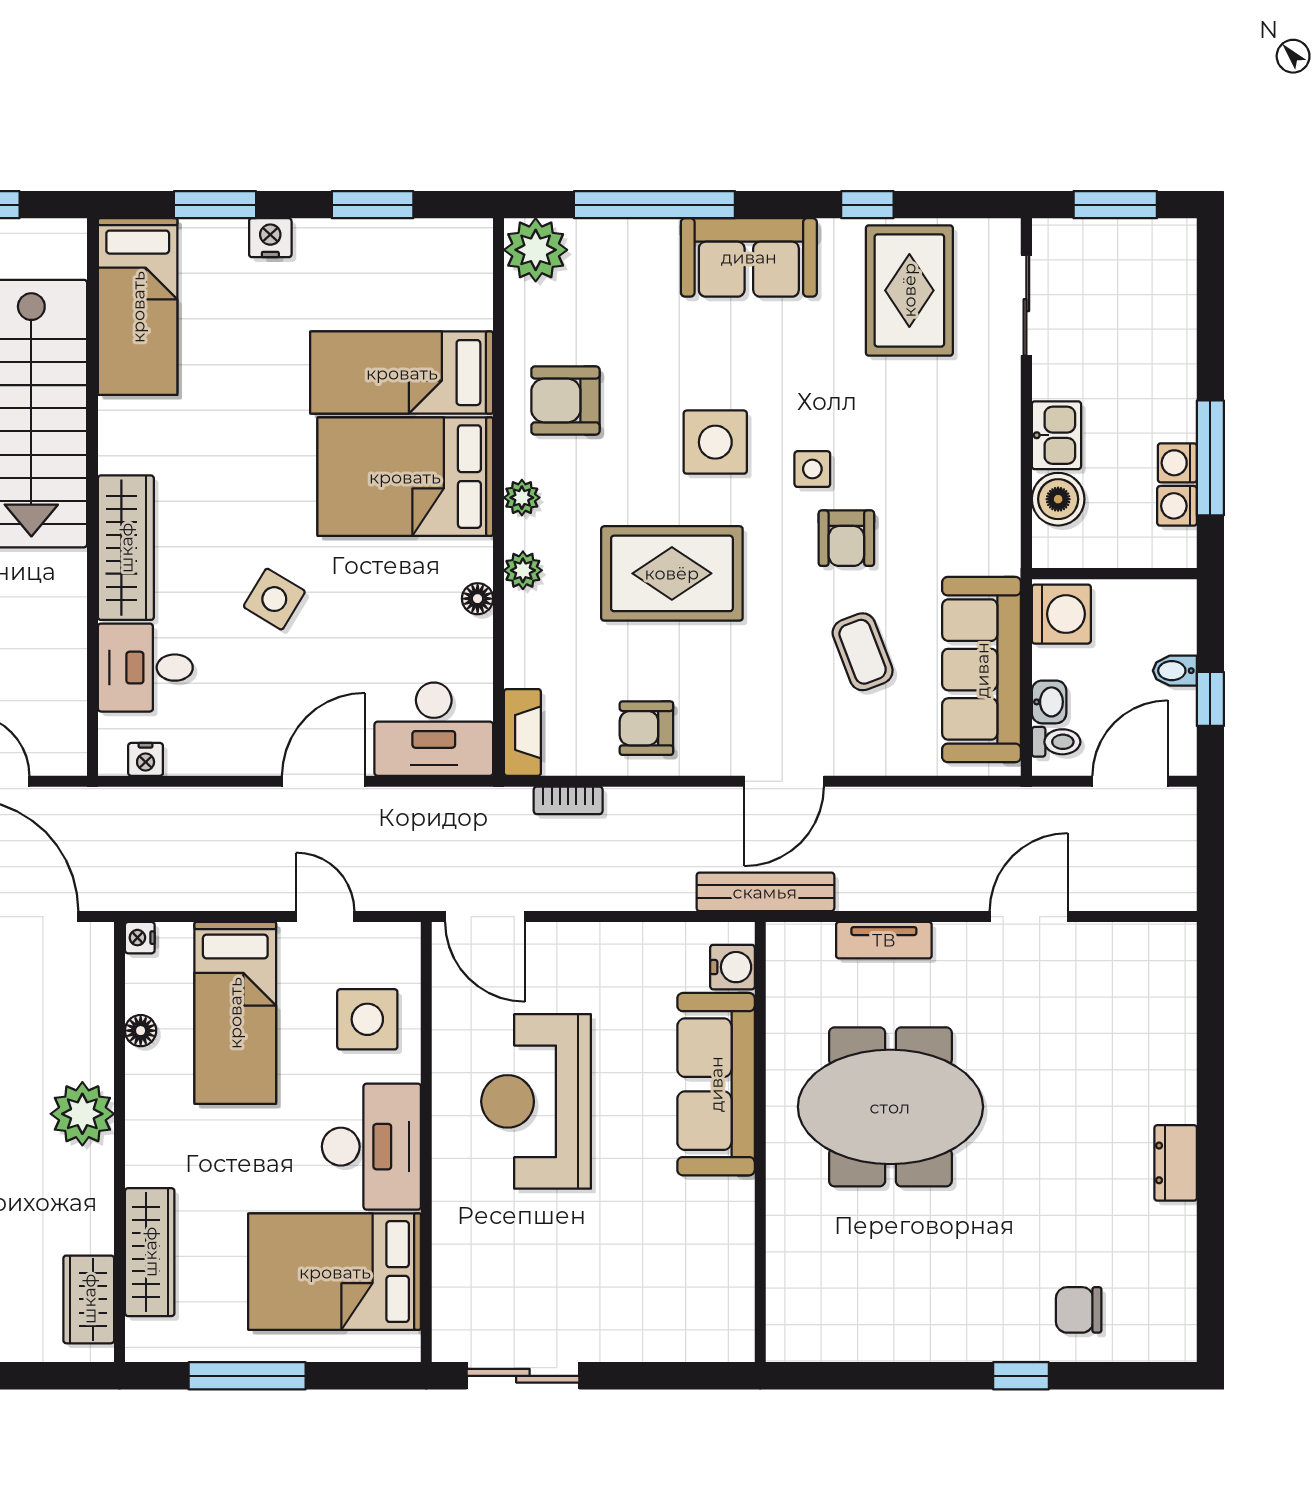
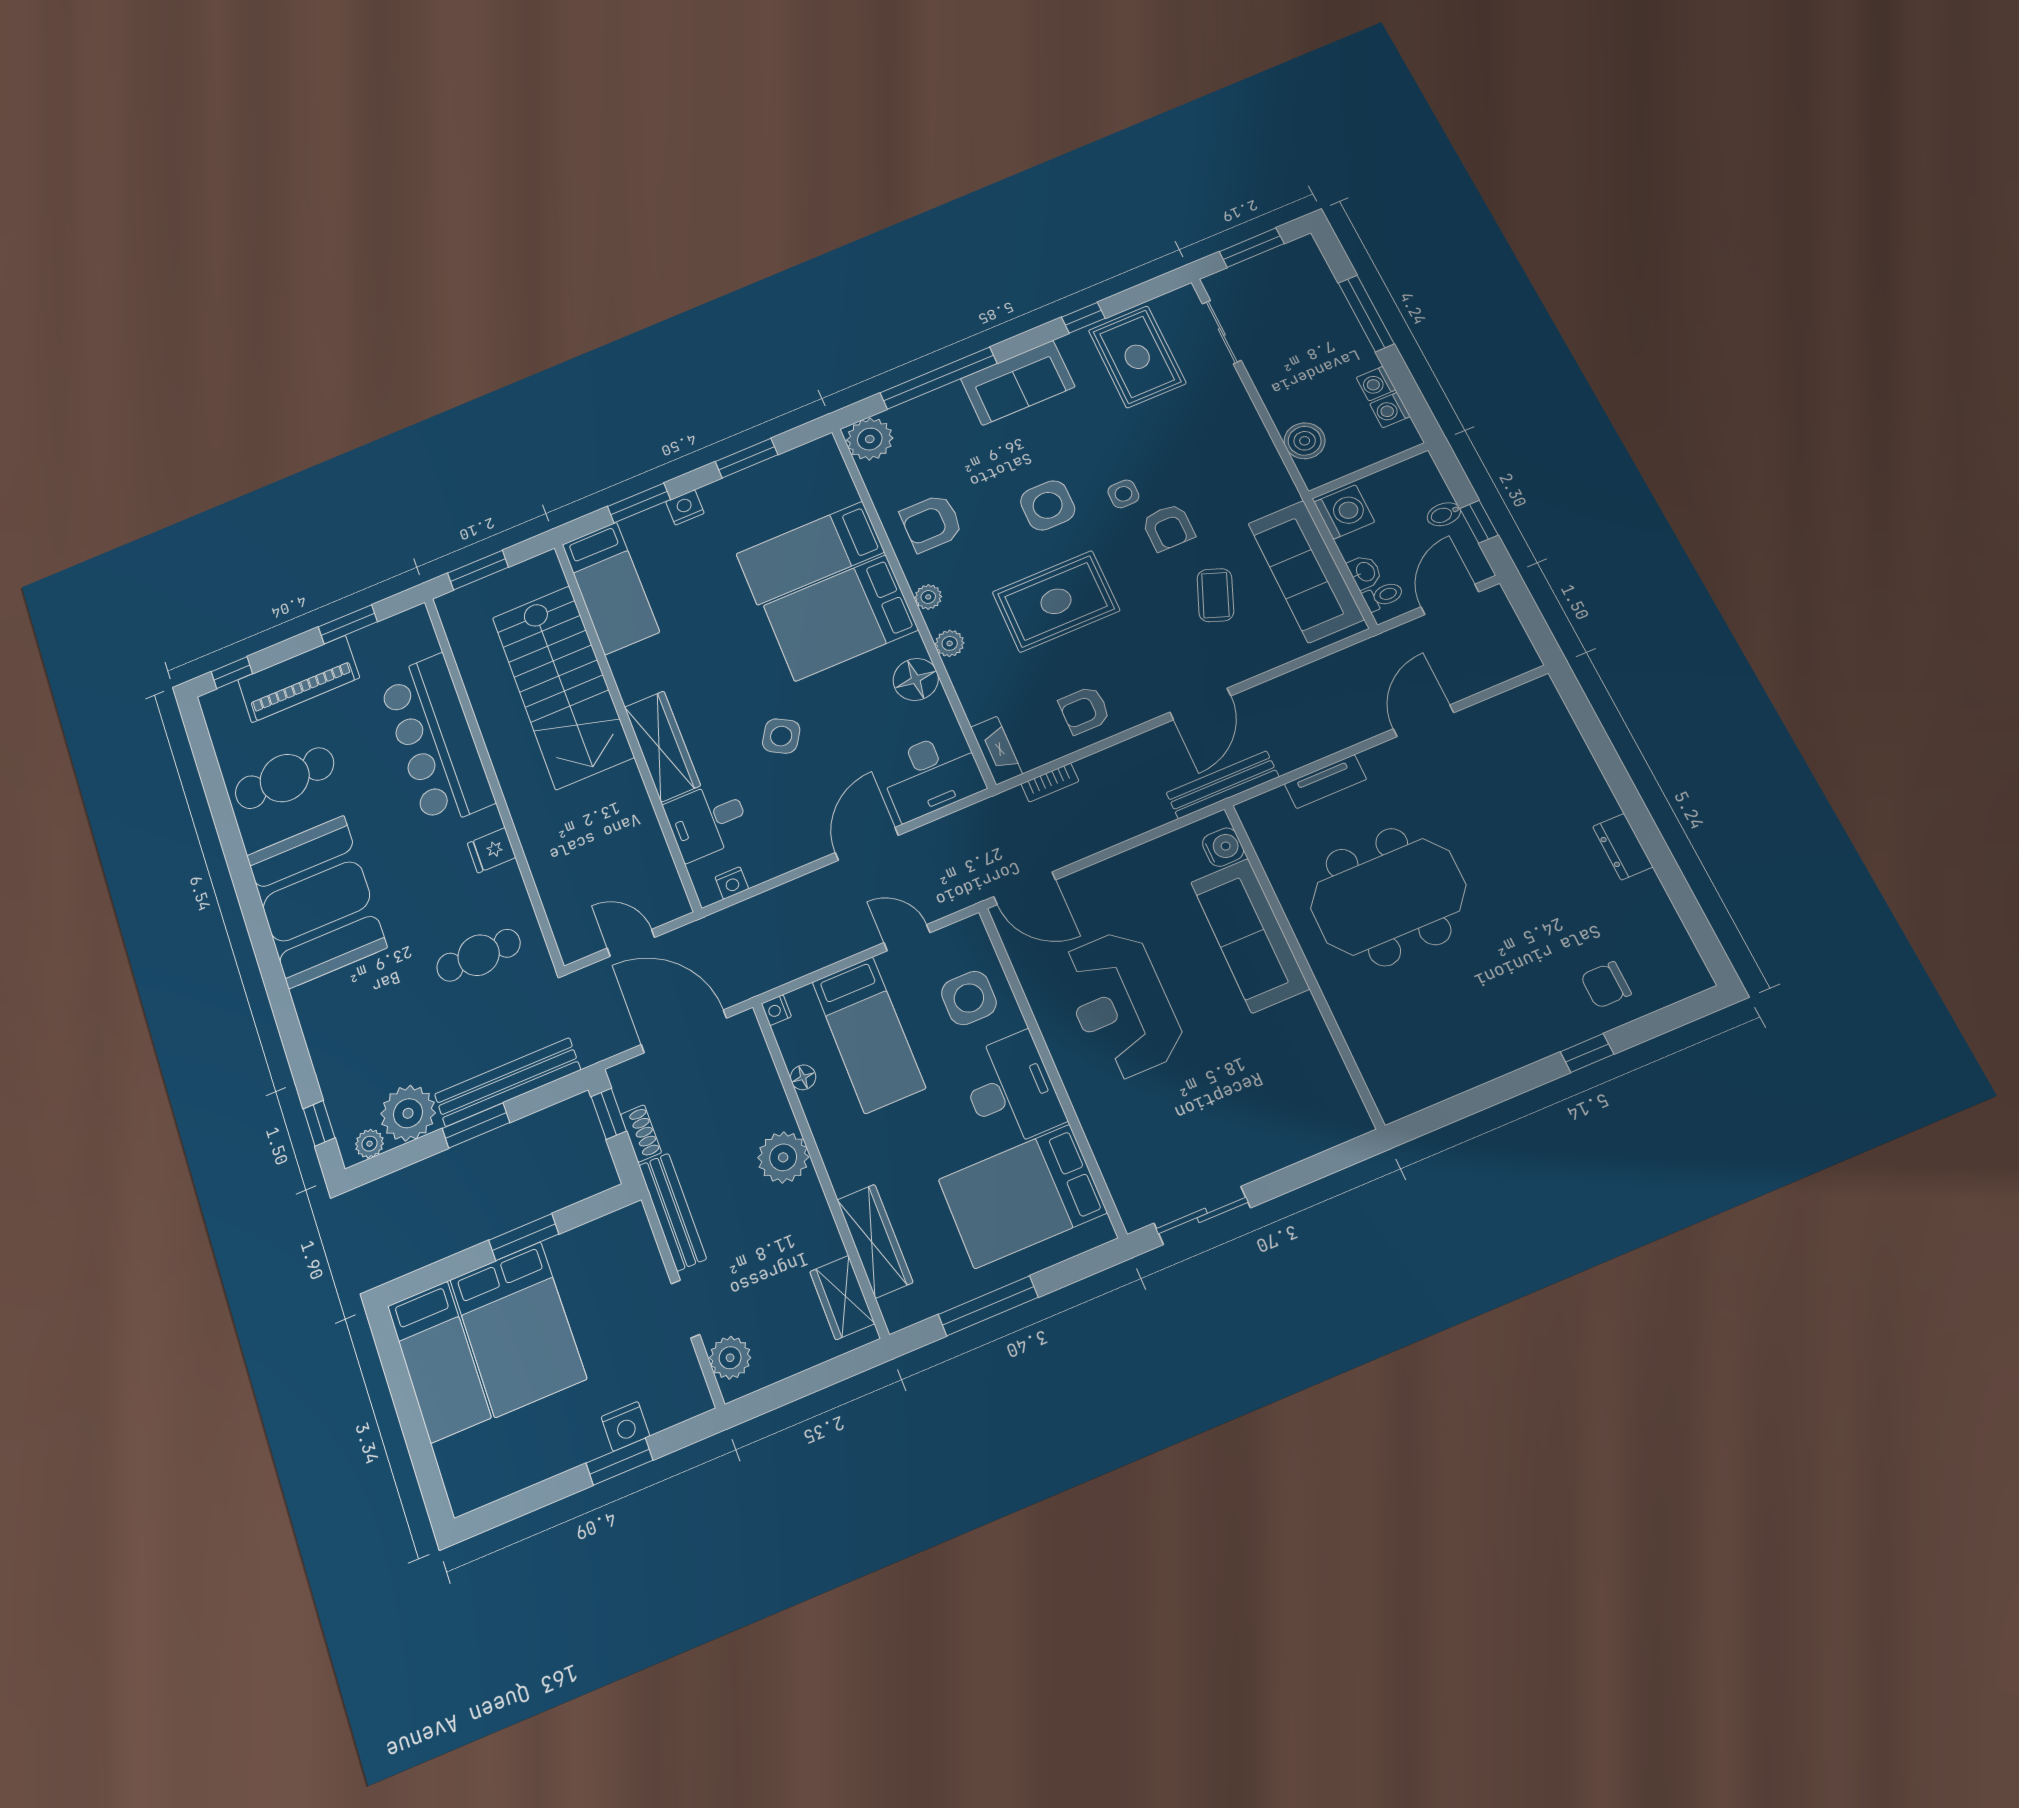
kitchen sink: (1056, 435) -> (1283, 402), removed
window: (1210, 458) -> (1366, 313), moved
floor lamp: (478, 599) -> (916, 679), width x1.89, depth x1.89
coffee table: (863, 652) -> (1215, 595), turned 42

